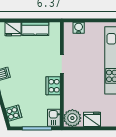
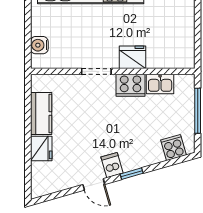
kitchen sink: (54, 118) -> (160, 84), moved
plant: (72, 118) -> (181, 55), removed
fridge: (92, 119) -> (132, 57), moved, turned 90

